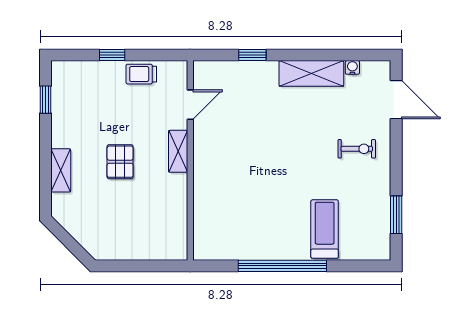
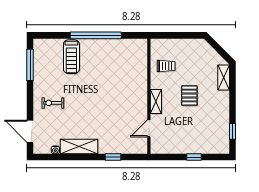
trolley: (141, 74) -> (166, 66), moved
shelving: (61, 170) -> (224, 78), moved
window: (396, 215) -> (30, 65), width x1.44

